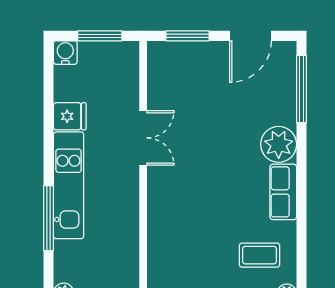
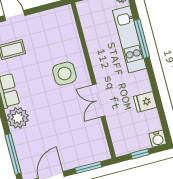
window: (100, 36) -> (140, 154), width x0.67
kitchen unit: (69, 185) -> (129, 39), moved
side table: (186, 195) -> (64, 74), added

